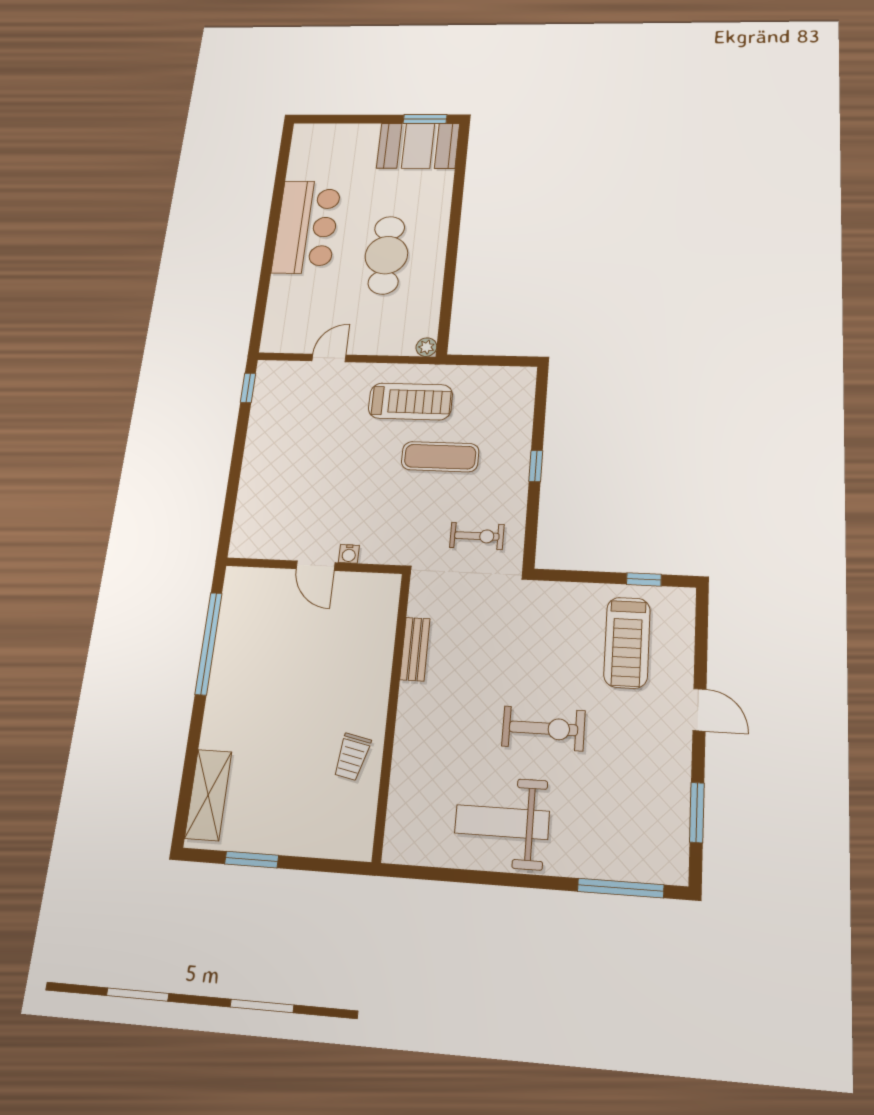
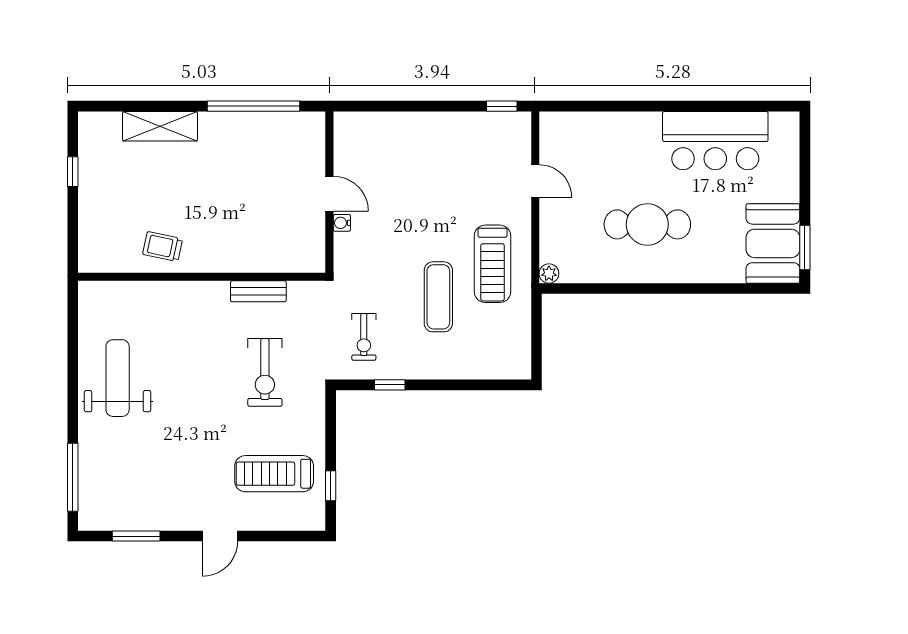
bar counter: (307, 227) -> (715, 141), moved
window: (536, 466) -> (390, 385), moved
door: (316, 566) -> (329, 194), swing flipped
exercise bike: (543, 728) -> (265, 372), moved
shelving: (208, 795) -> (160, 126), moved
window: (252, 860) -> (73, 172), width x0.67

